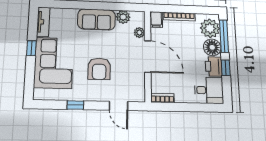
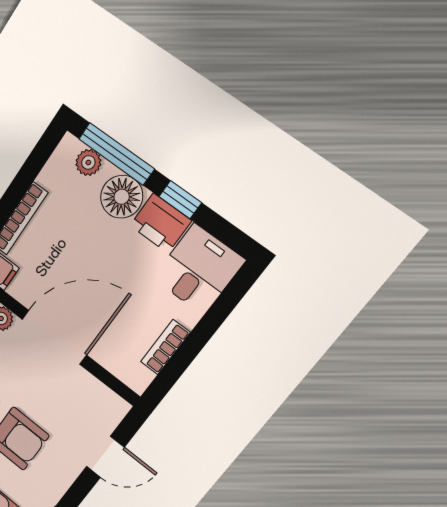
plant: (210, 28) -> (88, 162), width x0.53, depth x0.53
bookcase: (162, 98) -> (165, 347), moved

